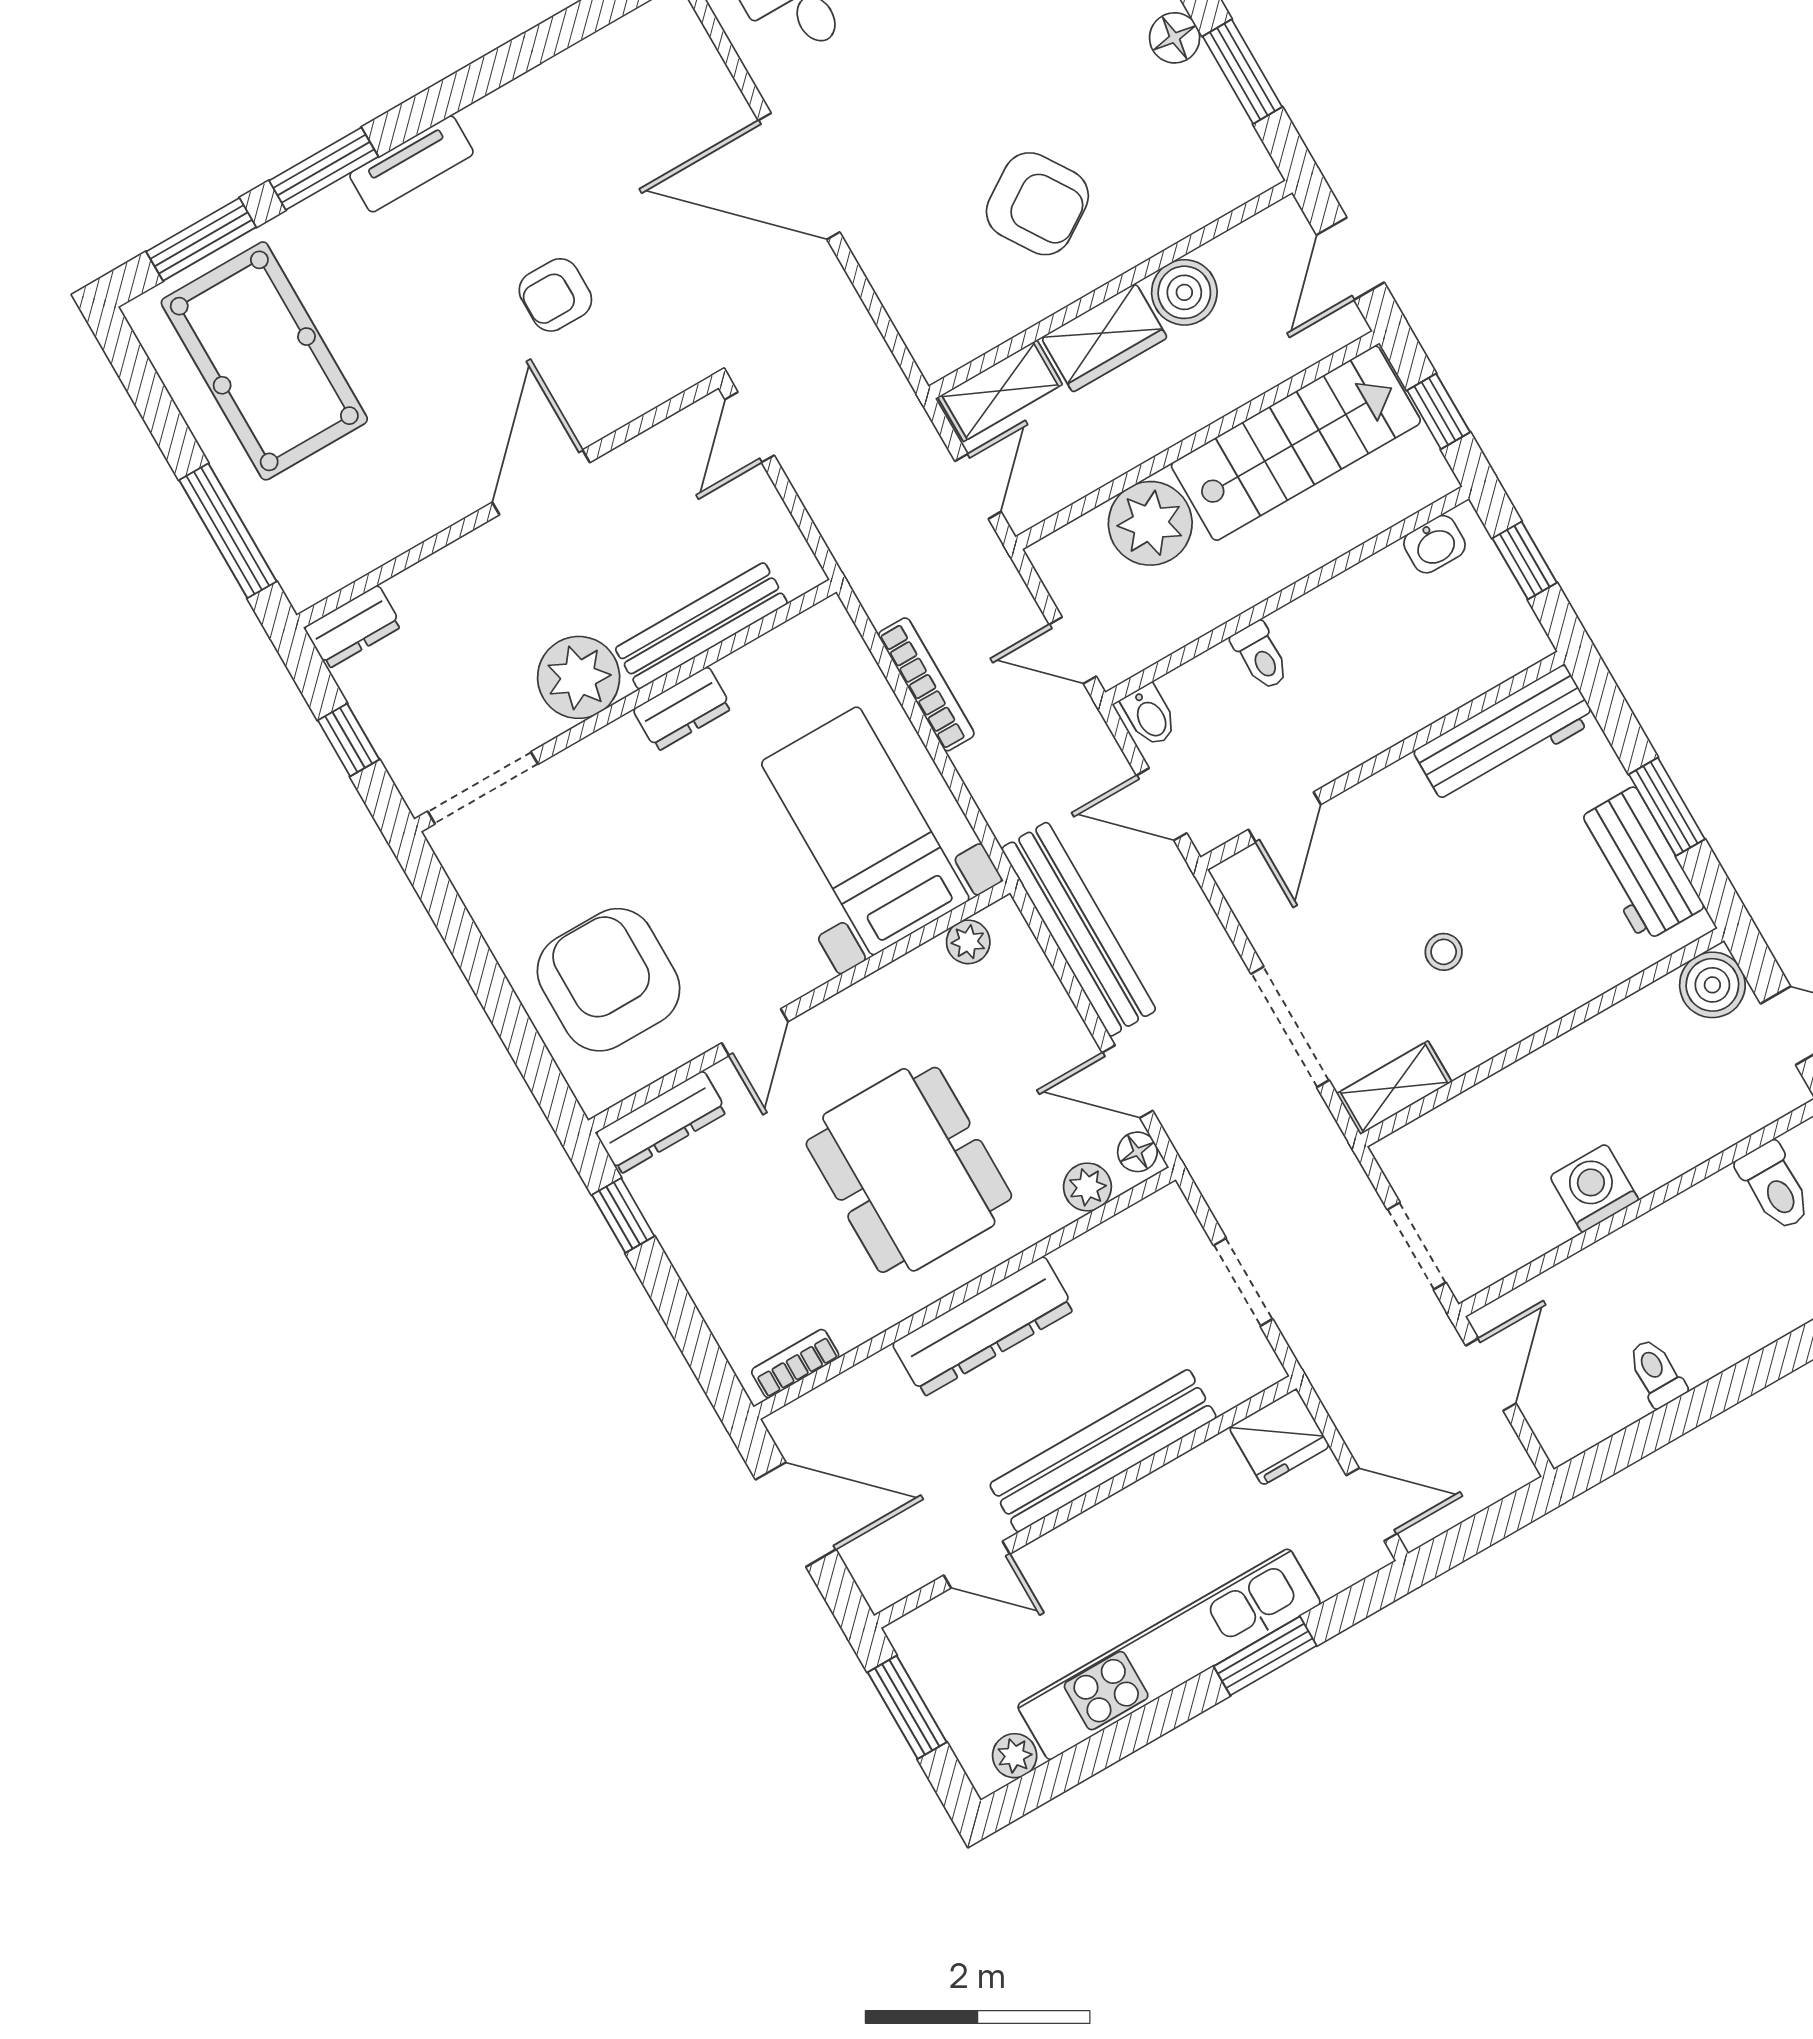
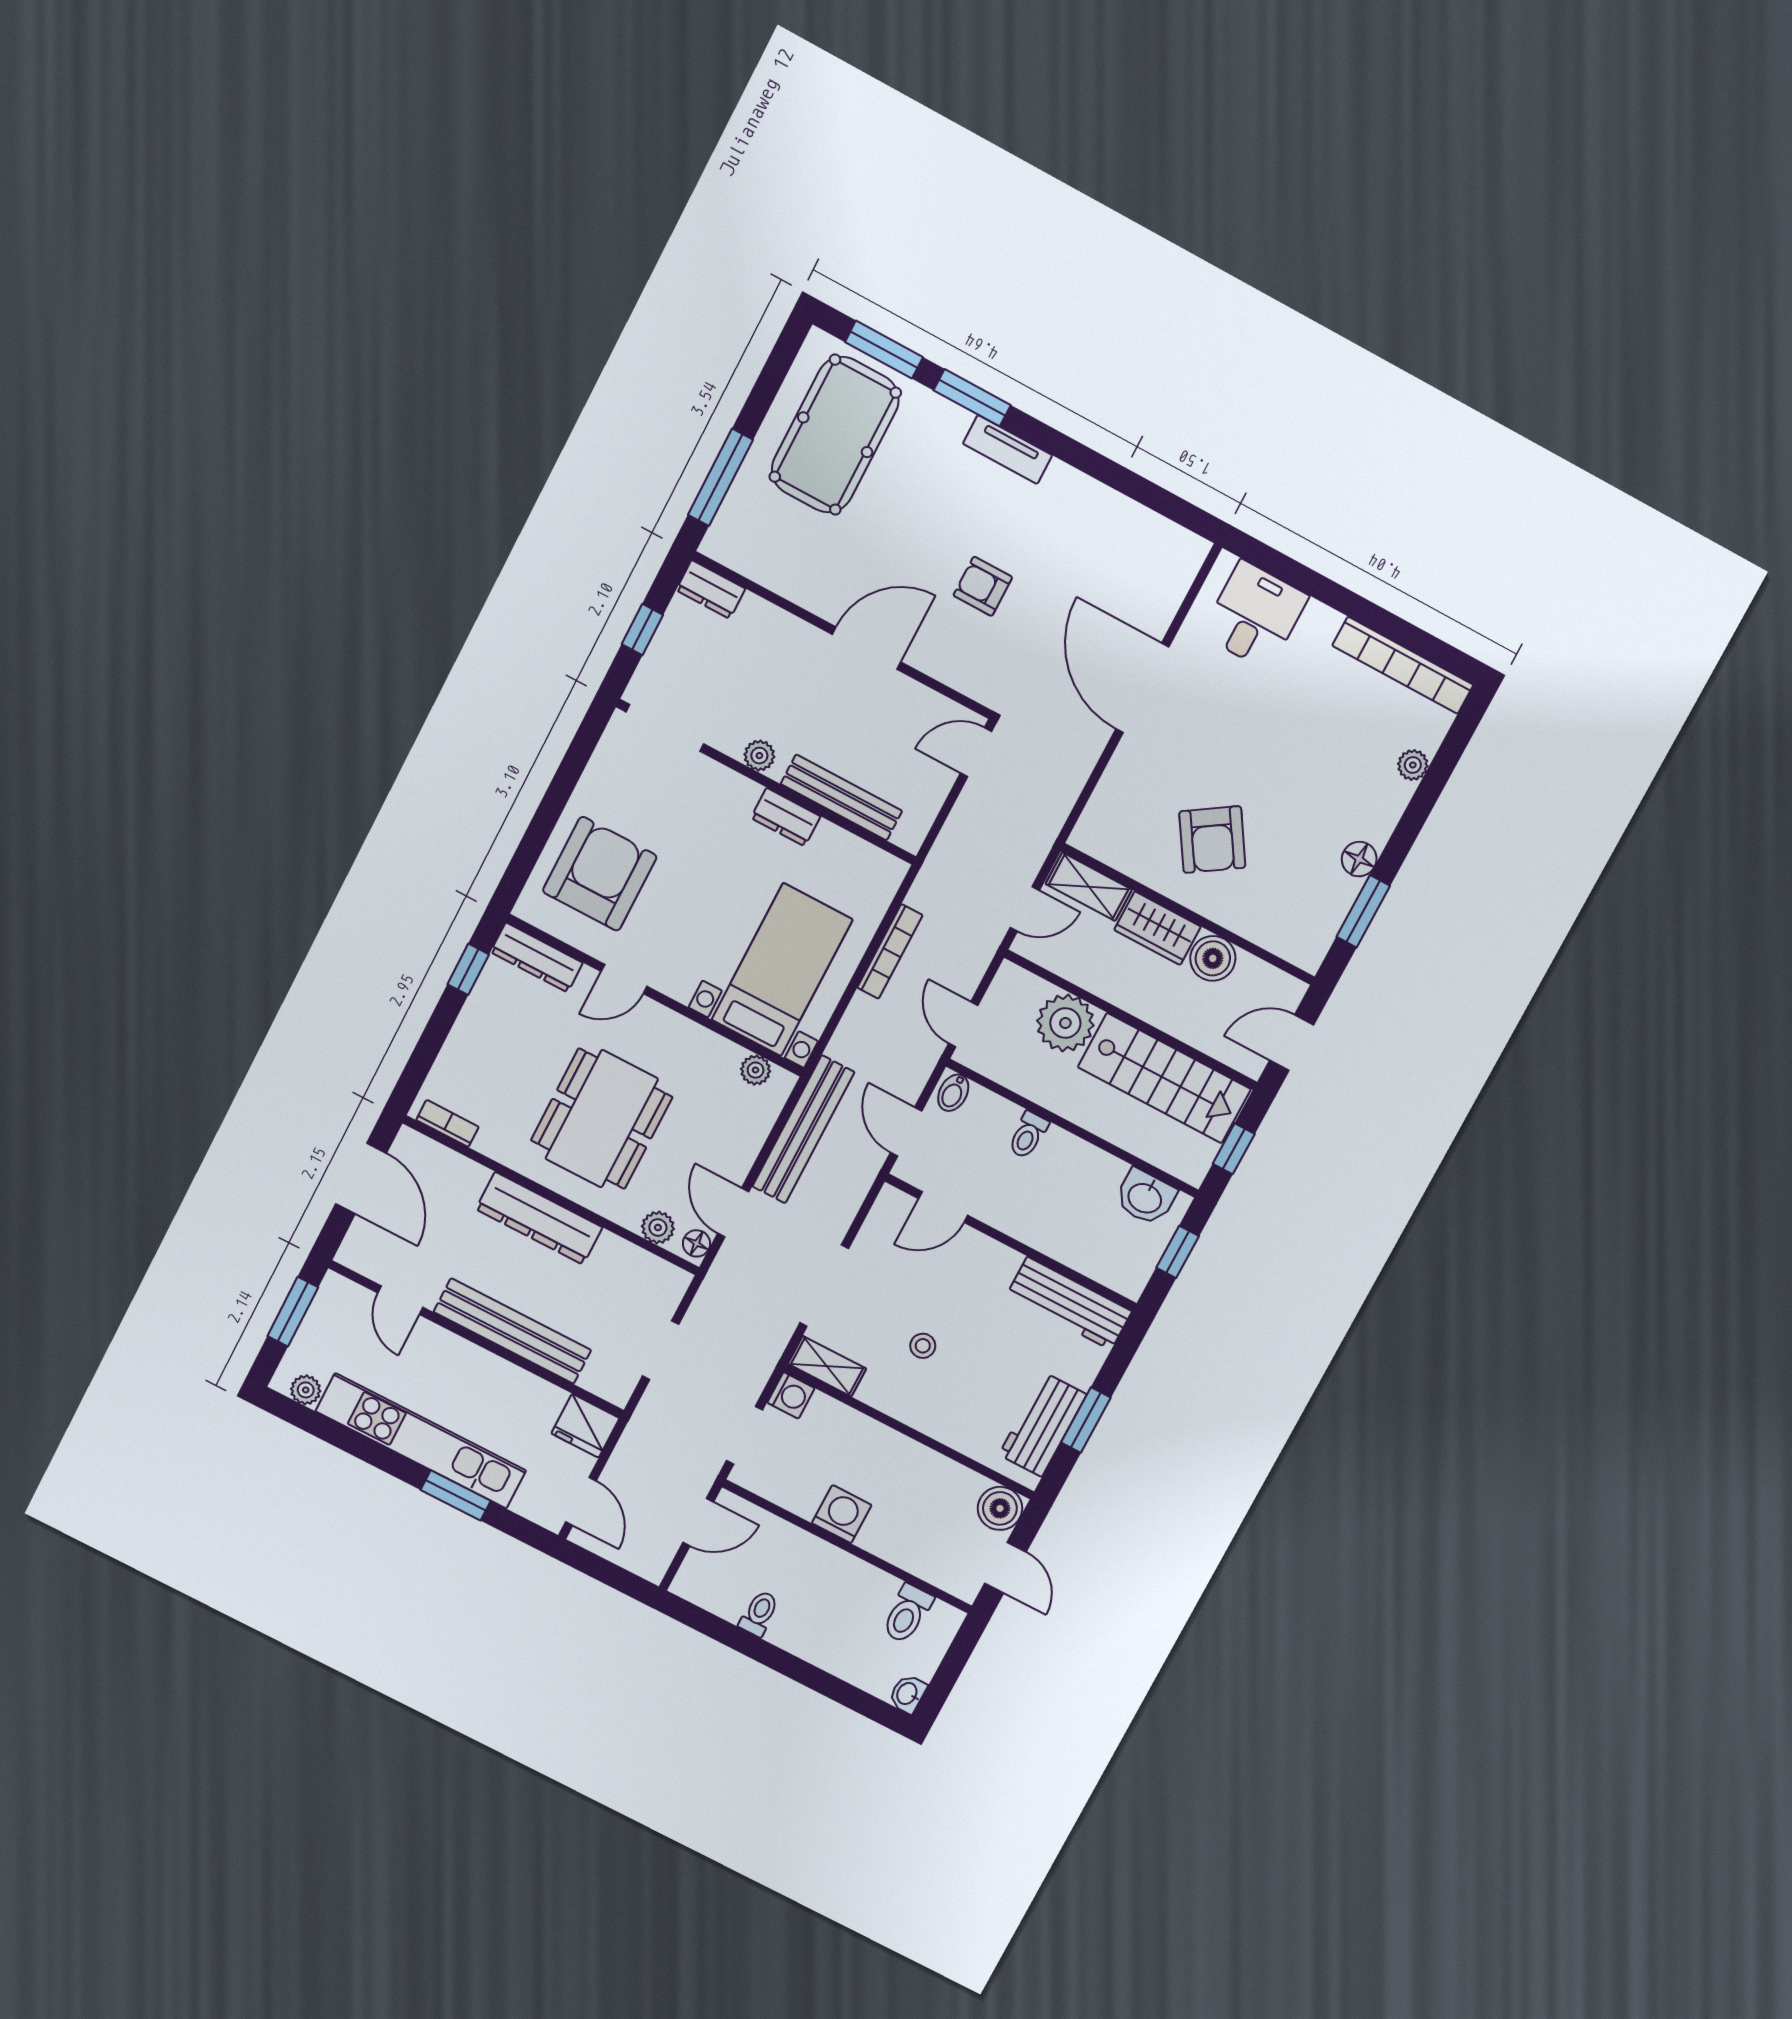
washbasin: (1435, 544) -> (1145, 1197), width x1.38, depth x1.45
plant: (579, 677) -> (759, 756), width x0.53, depth x0.53
washing machine: (1403, 1156) -> (791, 1395), added

